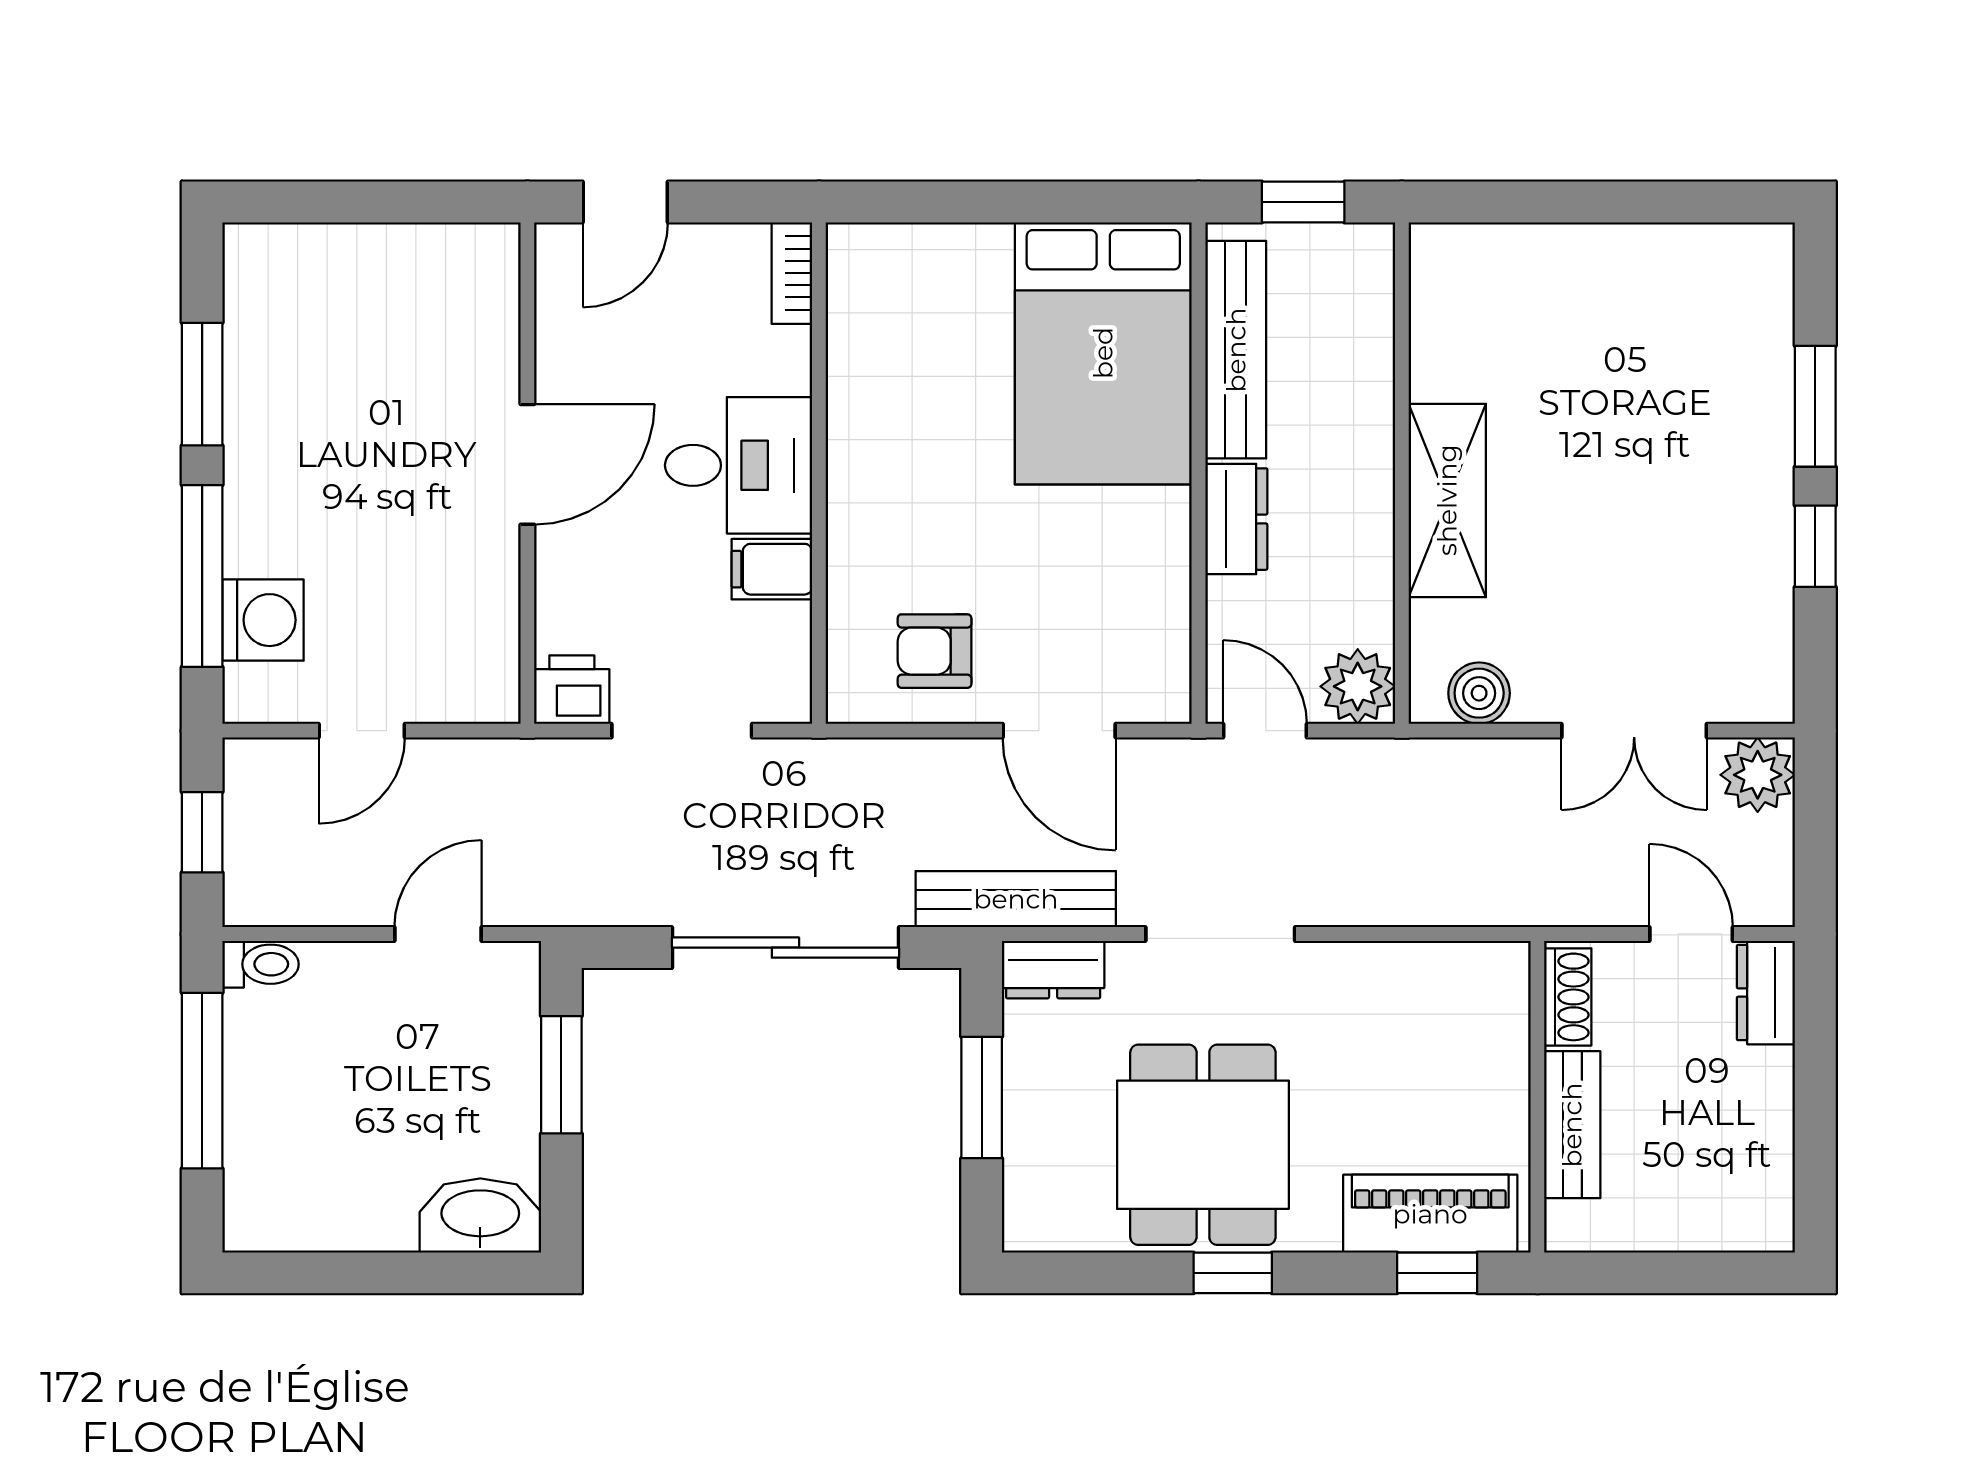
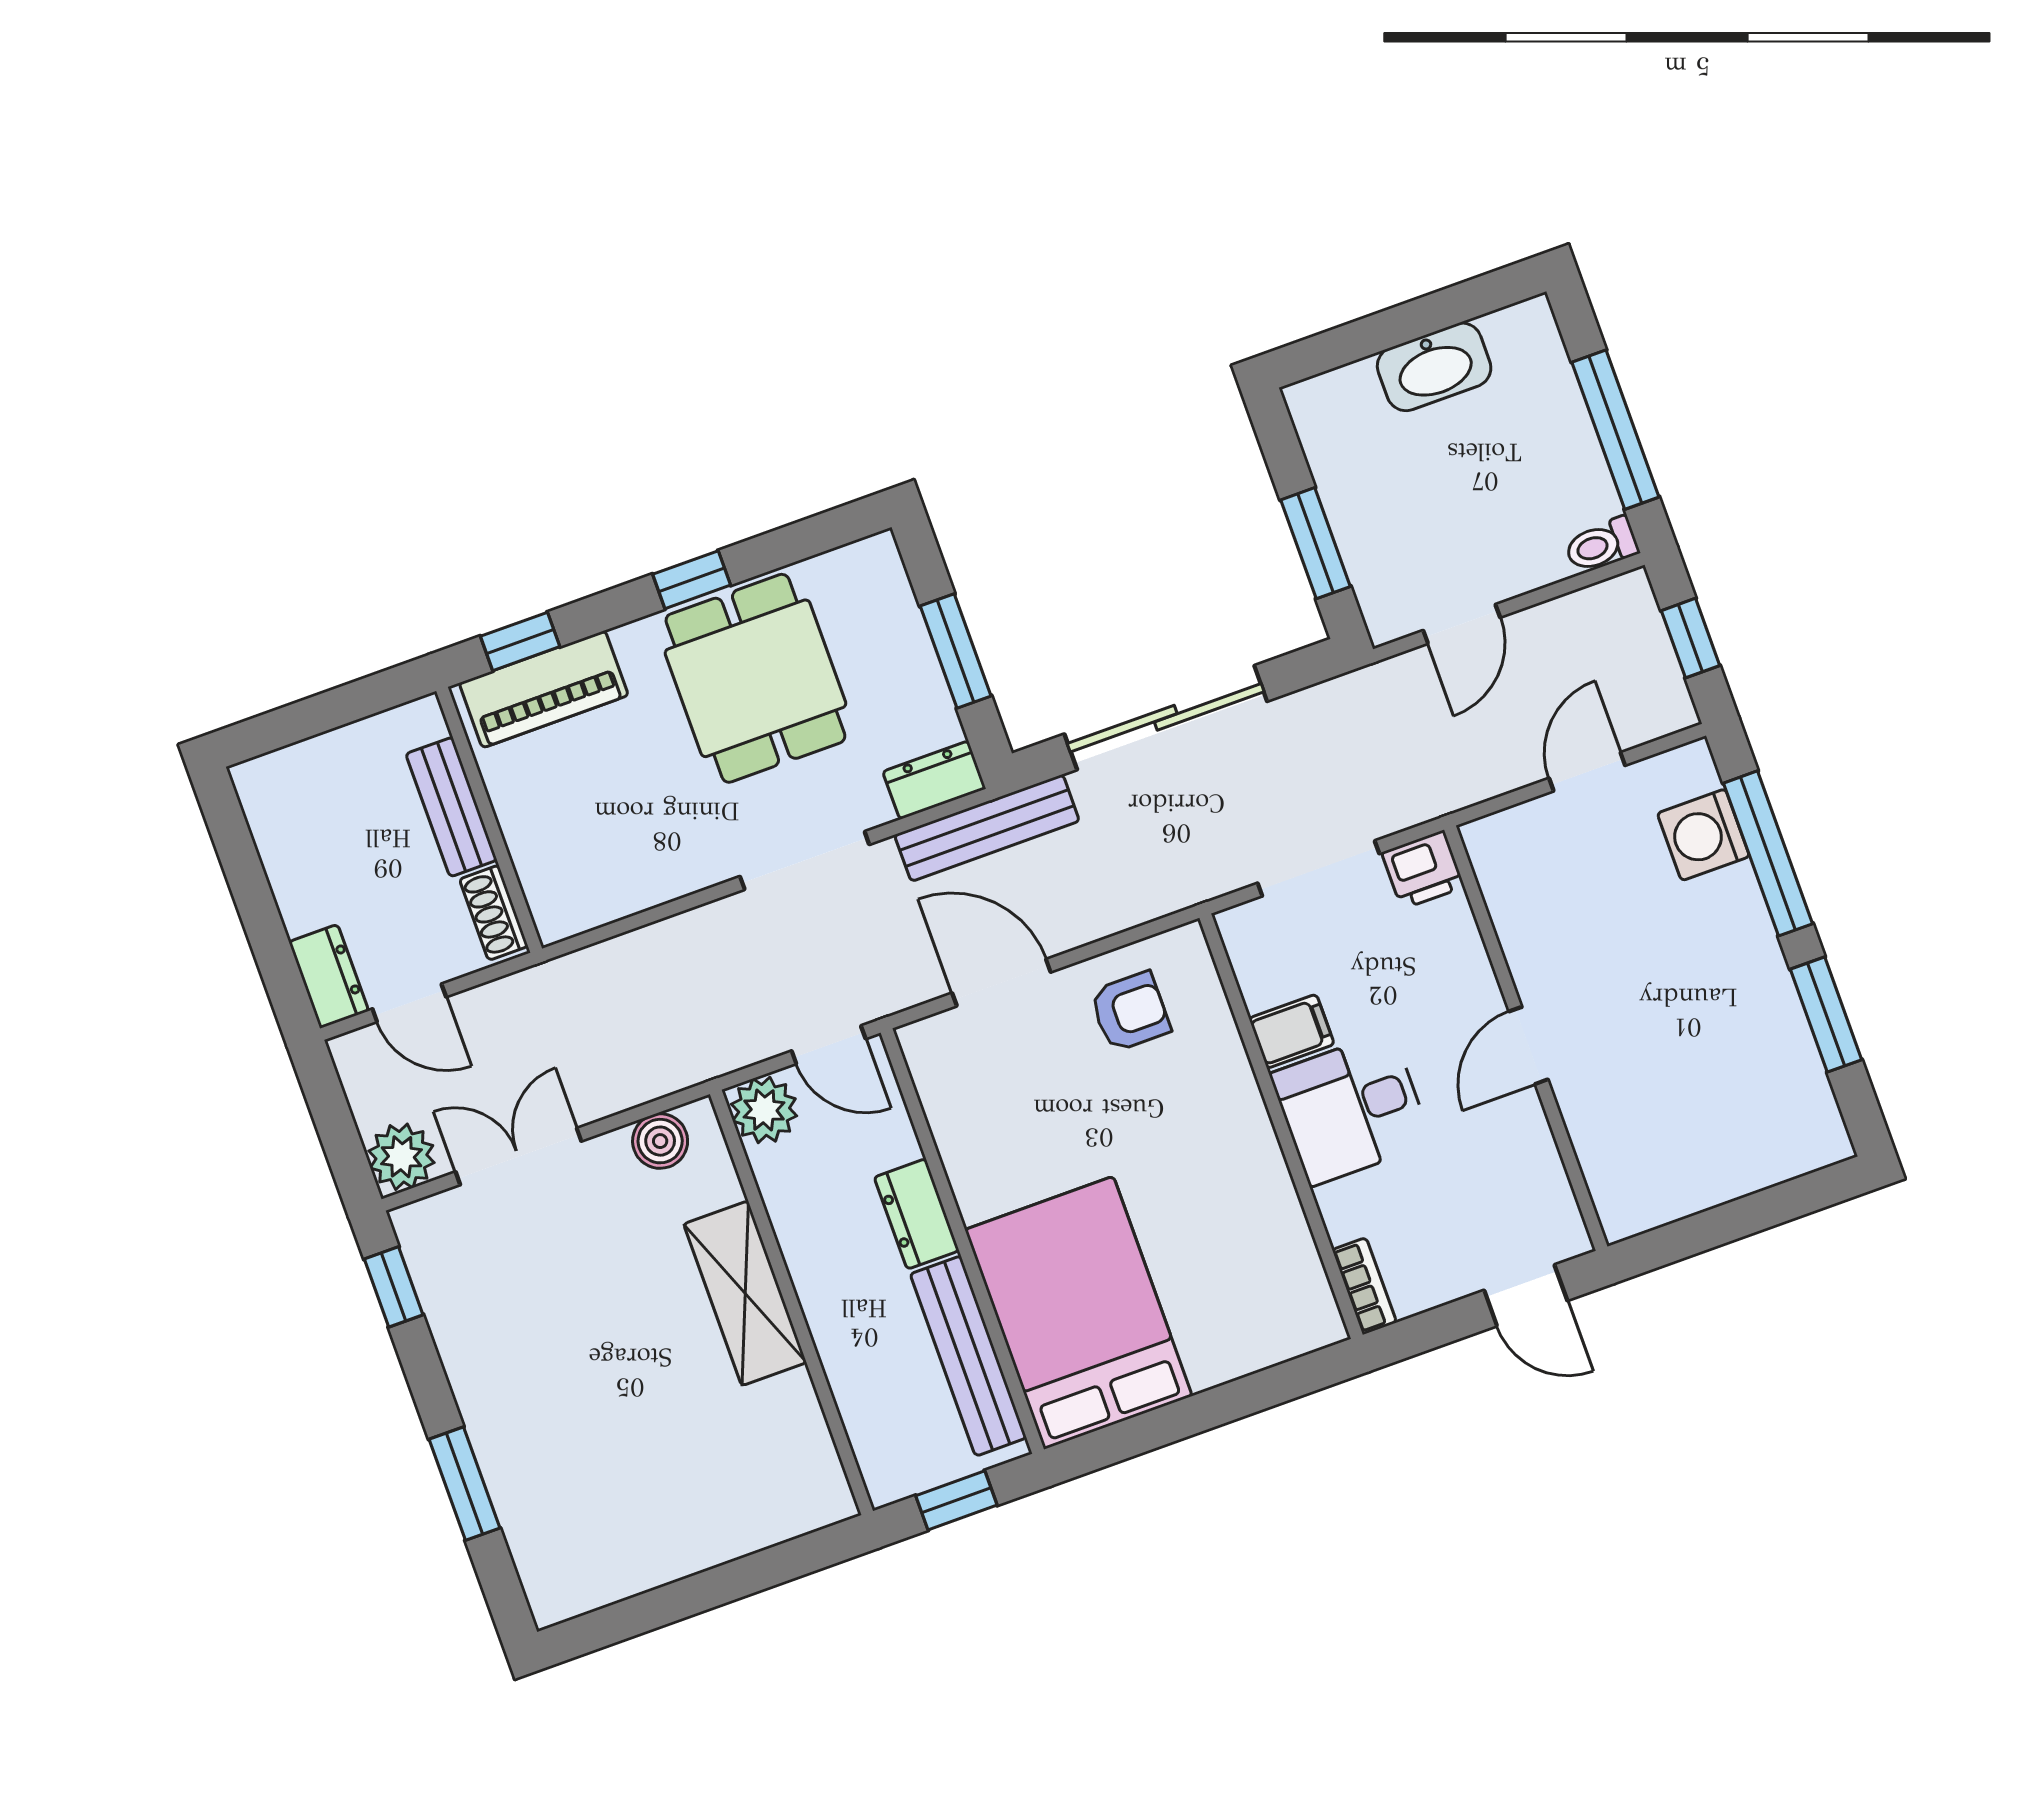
door: (625, 202) -> (1526, 1295), swing flipped
door: (527, 464) -> (1528, 1045), width x0.73
window: (1815, 546) -> (394, 1287), moved
washbasin: (480, 1215) -> (1434, 367), moved

